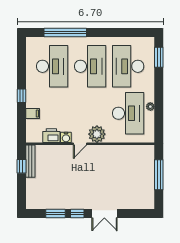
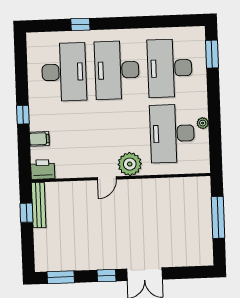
window: (65, 33) -> (80, 24), width x0.32
desk: (90, 66) -> (117, 70), turned 180
desk: (128, 113) -> (172, 133), turned 180
printer: (51, 136) -> (43, 169), moved
water cooler: (66, 137) -> (87, 170), removed
window: (56, 214) -> (61, 277), moved

